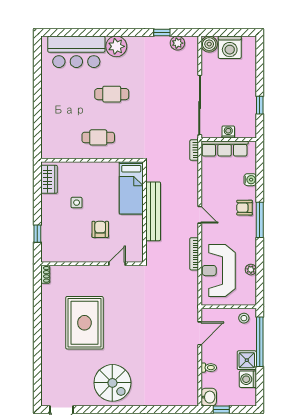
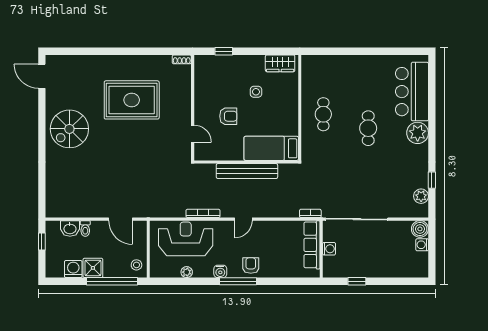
washing machine: (230, 47) -> (422, 245), width x0.53, depth x0.53
water cooler: (250, 180) -> (220, 271), moved
washbasin: (209, 397) -> (70, 228), moved

